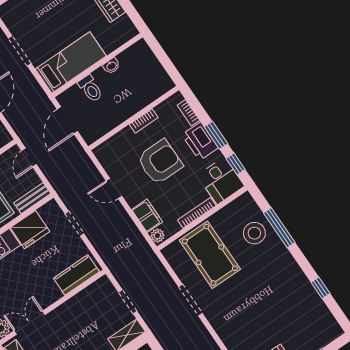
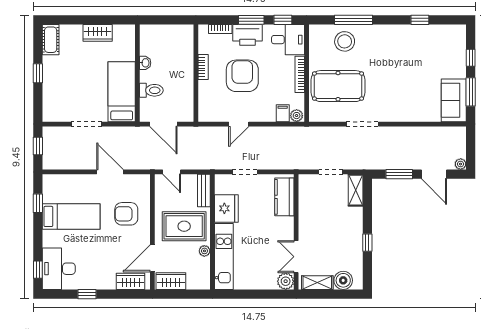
filing cabinet: (147, 216) -> (283, 113), width x0.50

